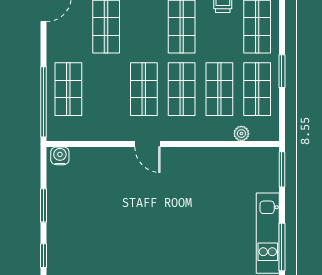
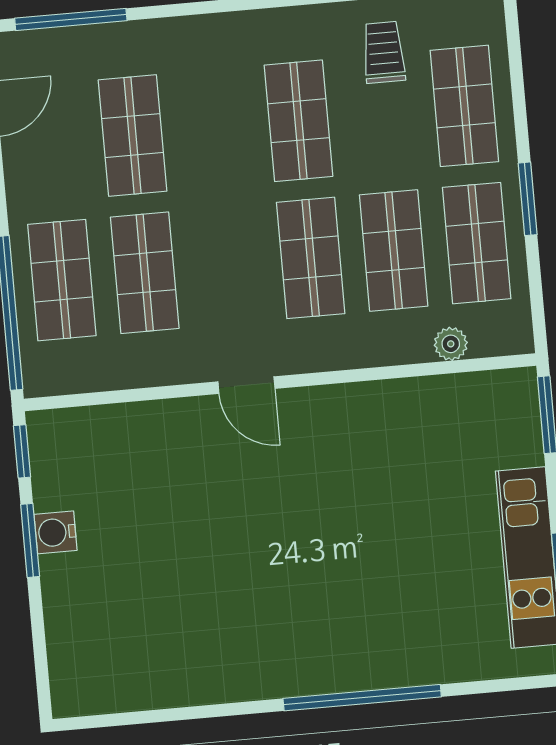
shop shelf: (144, 89) -> (145, 273), moved
water cooler: (60, 156) -> (56, 532), moved, turned -90
window: (43, 256) -> (22, 451), moved

